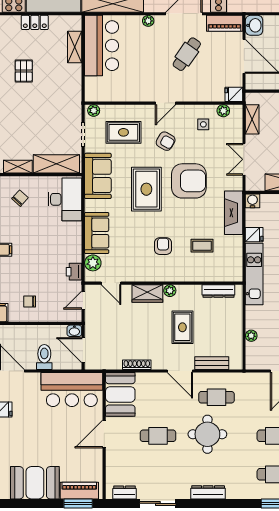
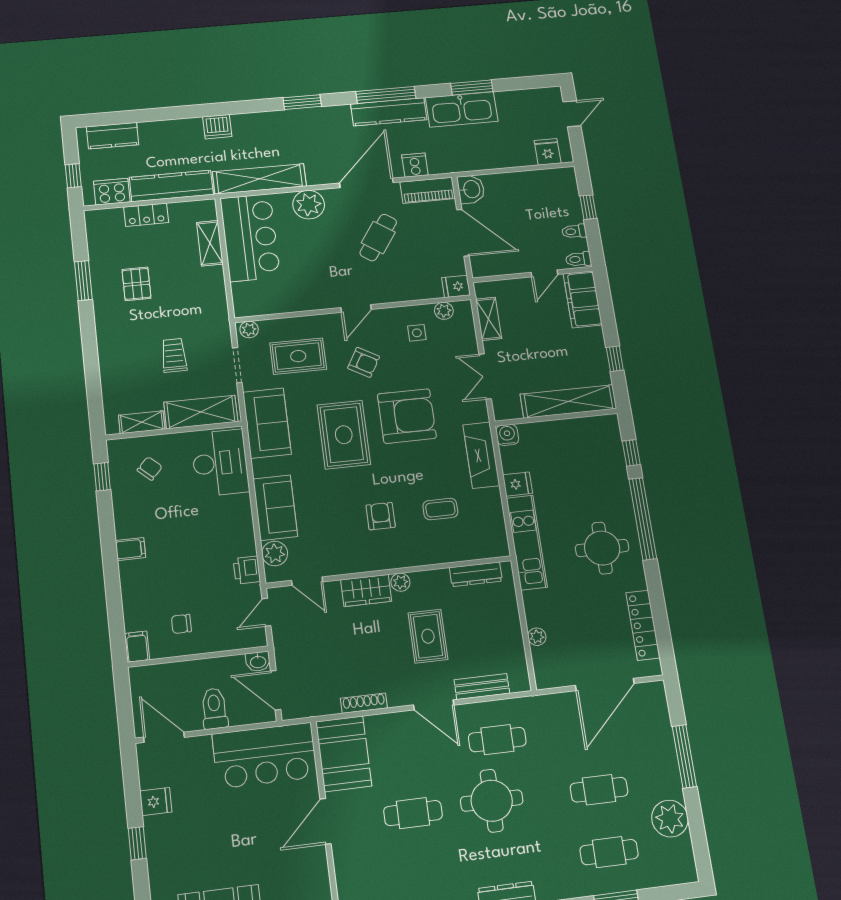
plant: (148, 21) -> (309, 205), width x1.88, depth x1.88
trolley: (43, 123) -> (174, 355), added

